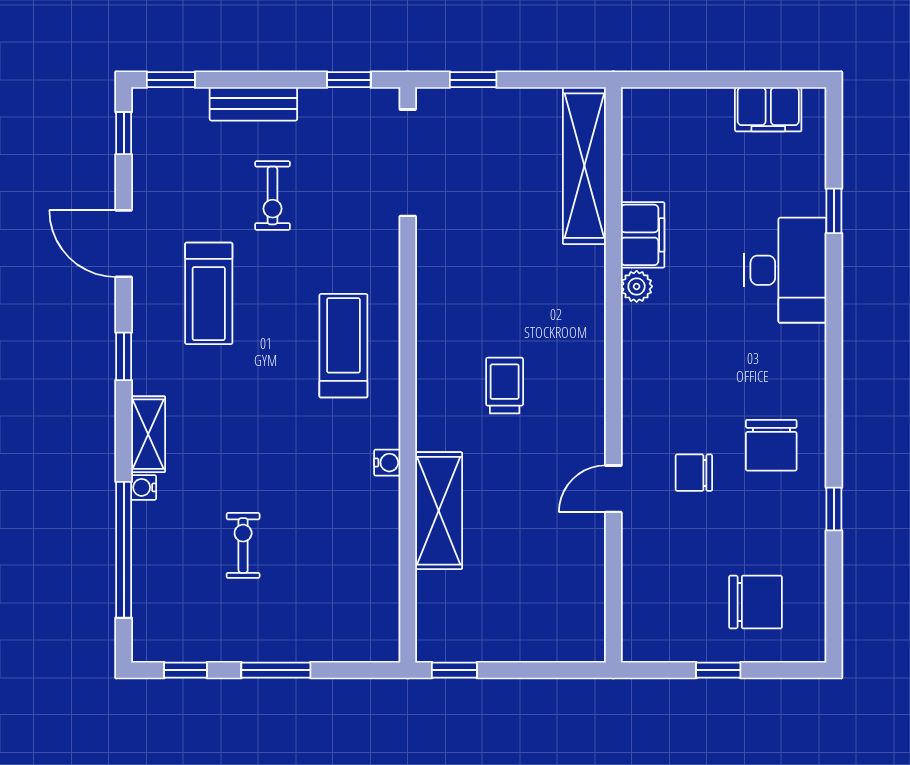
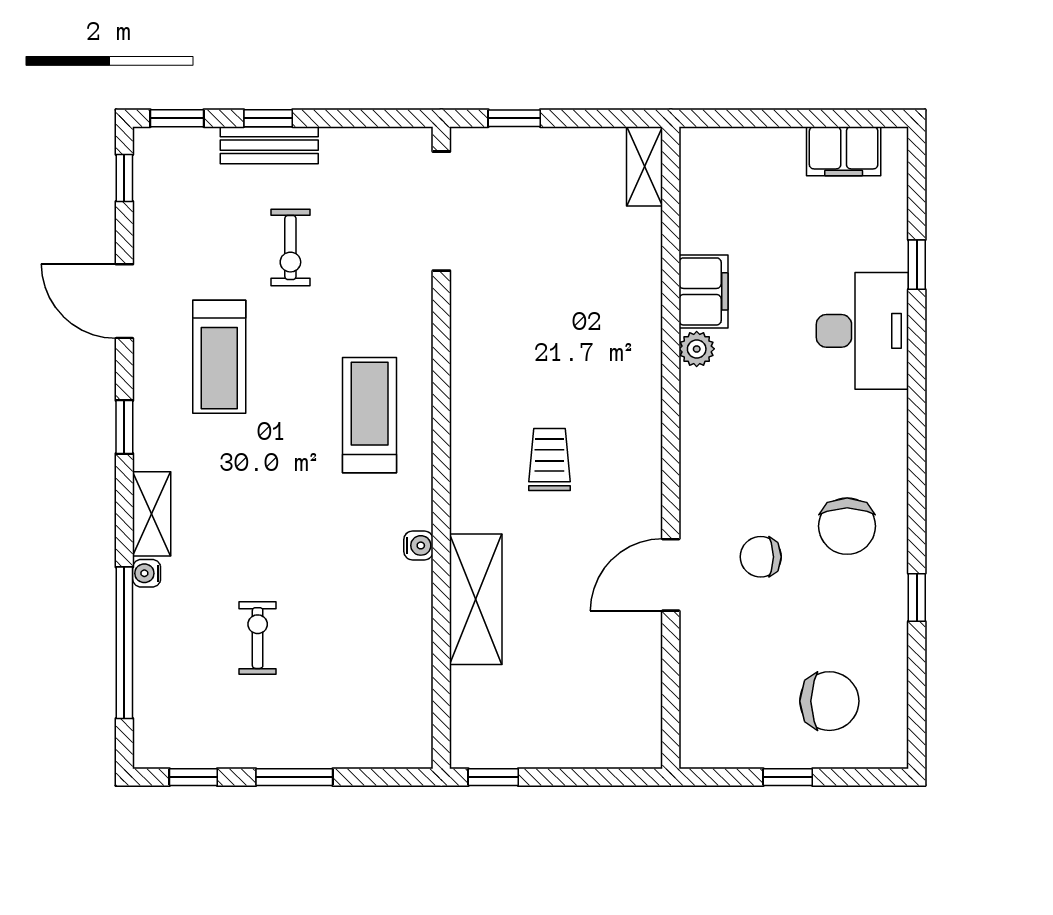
window: (349, 80) -> (268, 118), moved
shelving: (584, 166) -> (644, 166), width x0.45, depth x0.75
door: (613, 489) -> (671, 575), width x1.38

